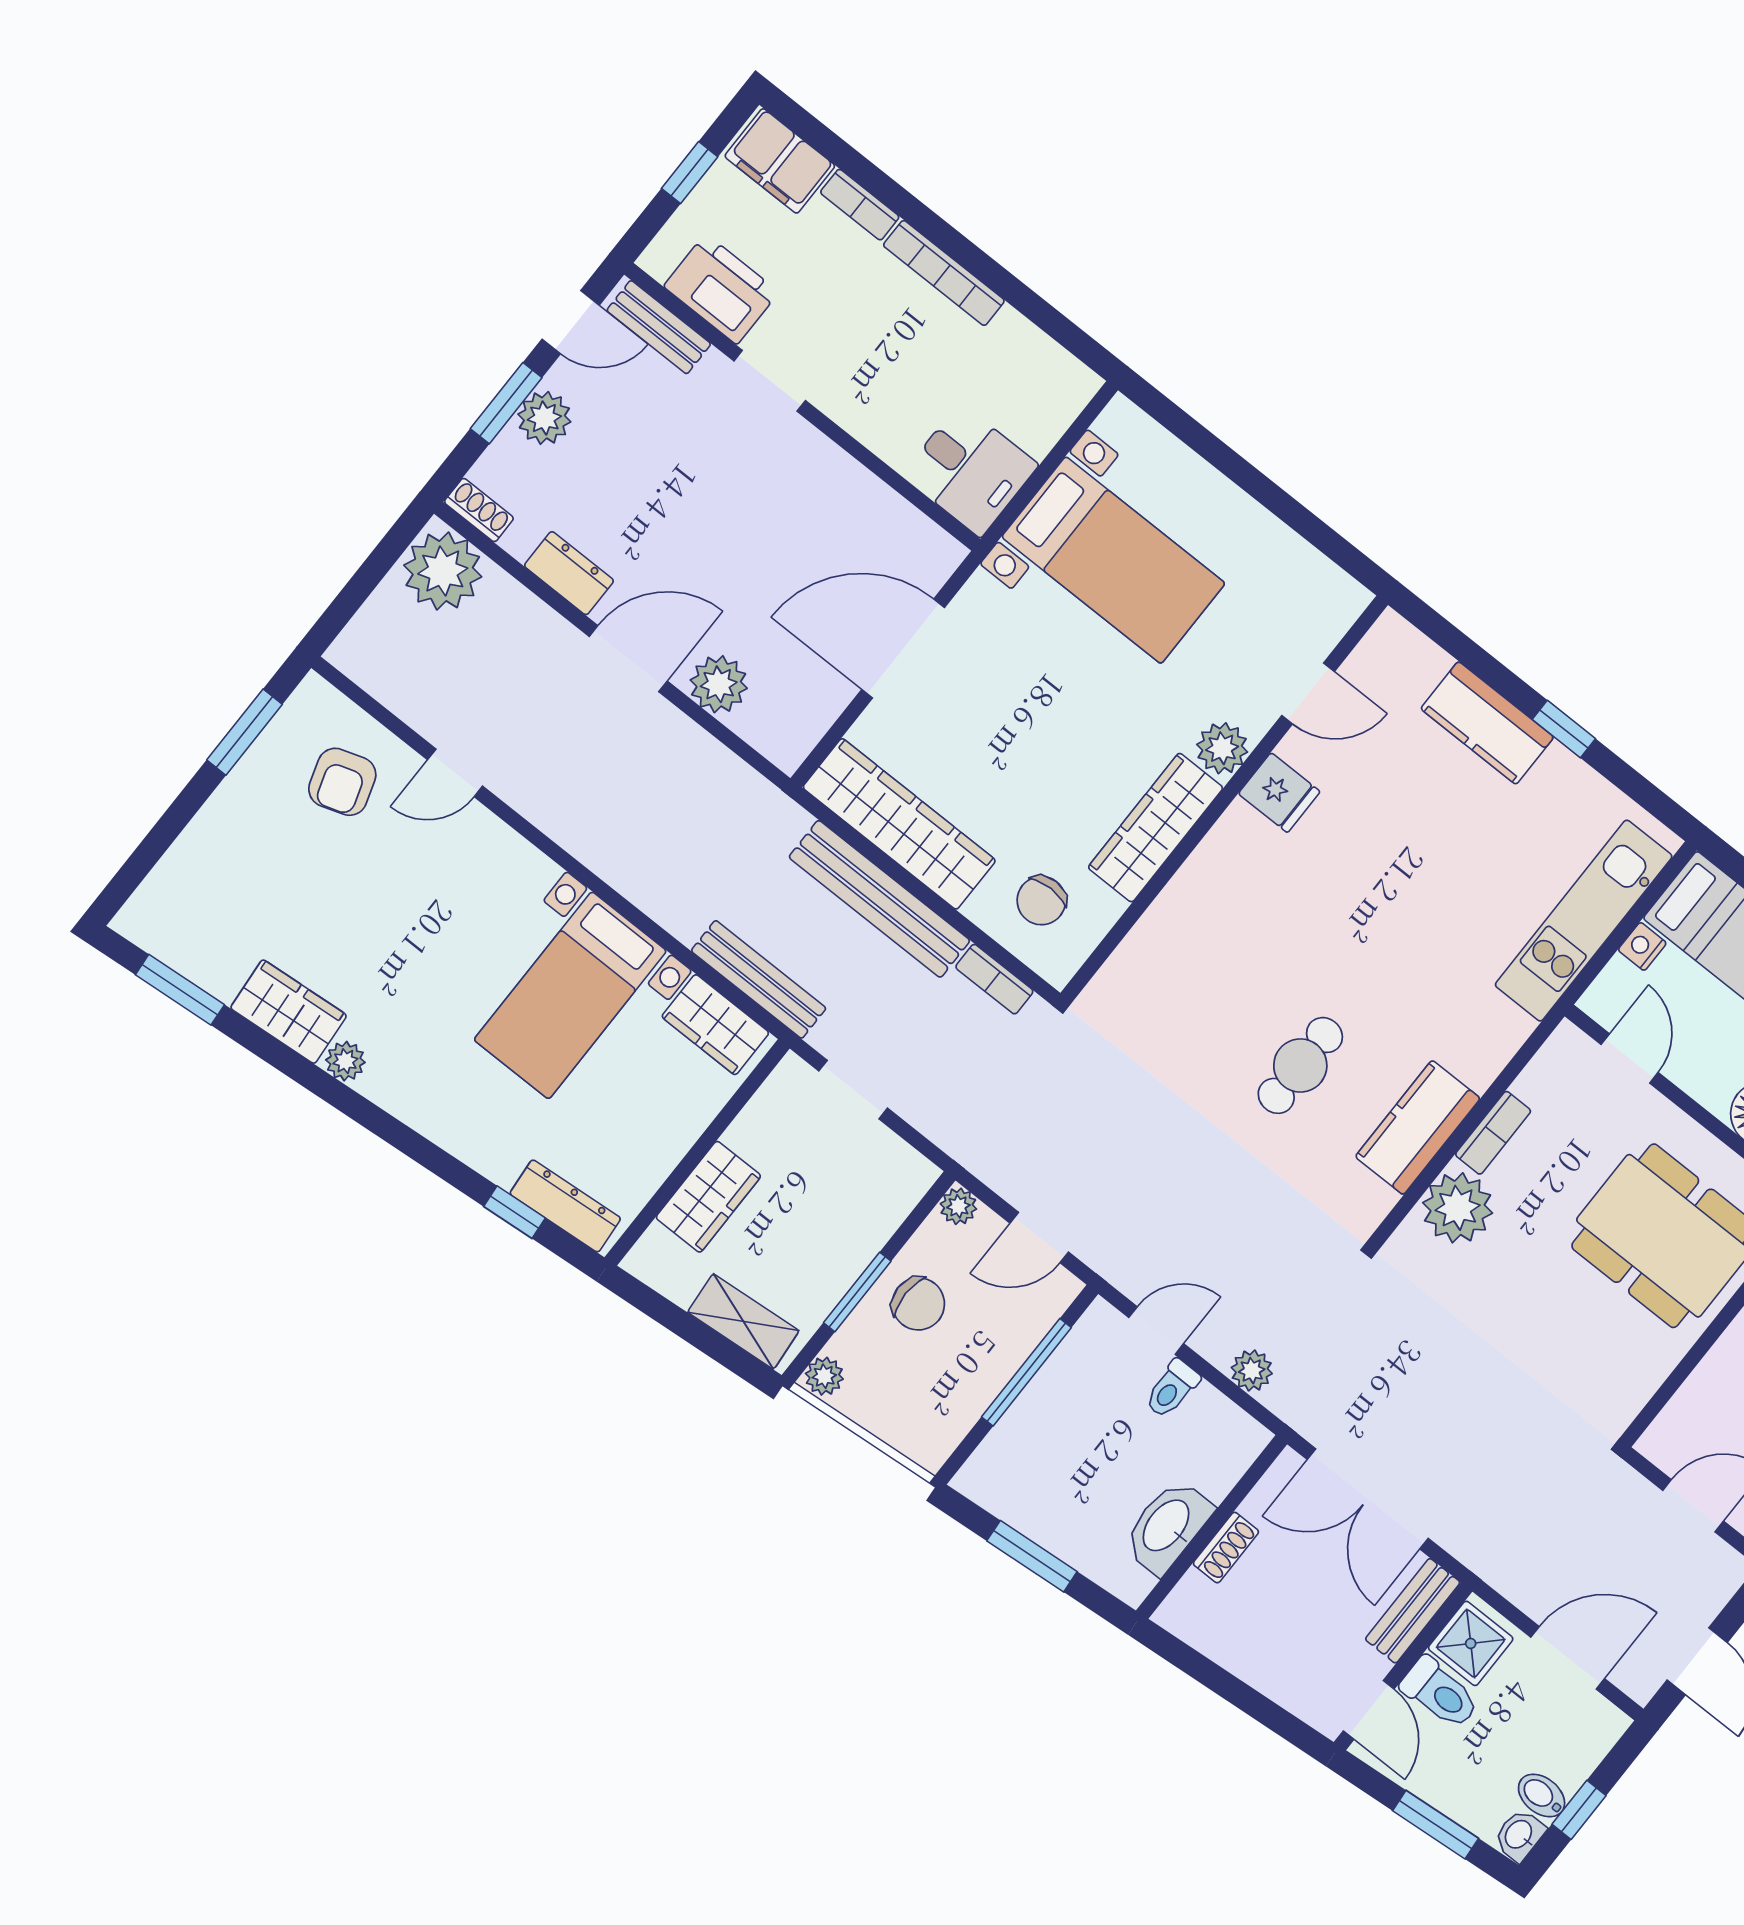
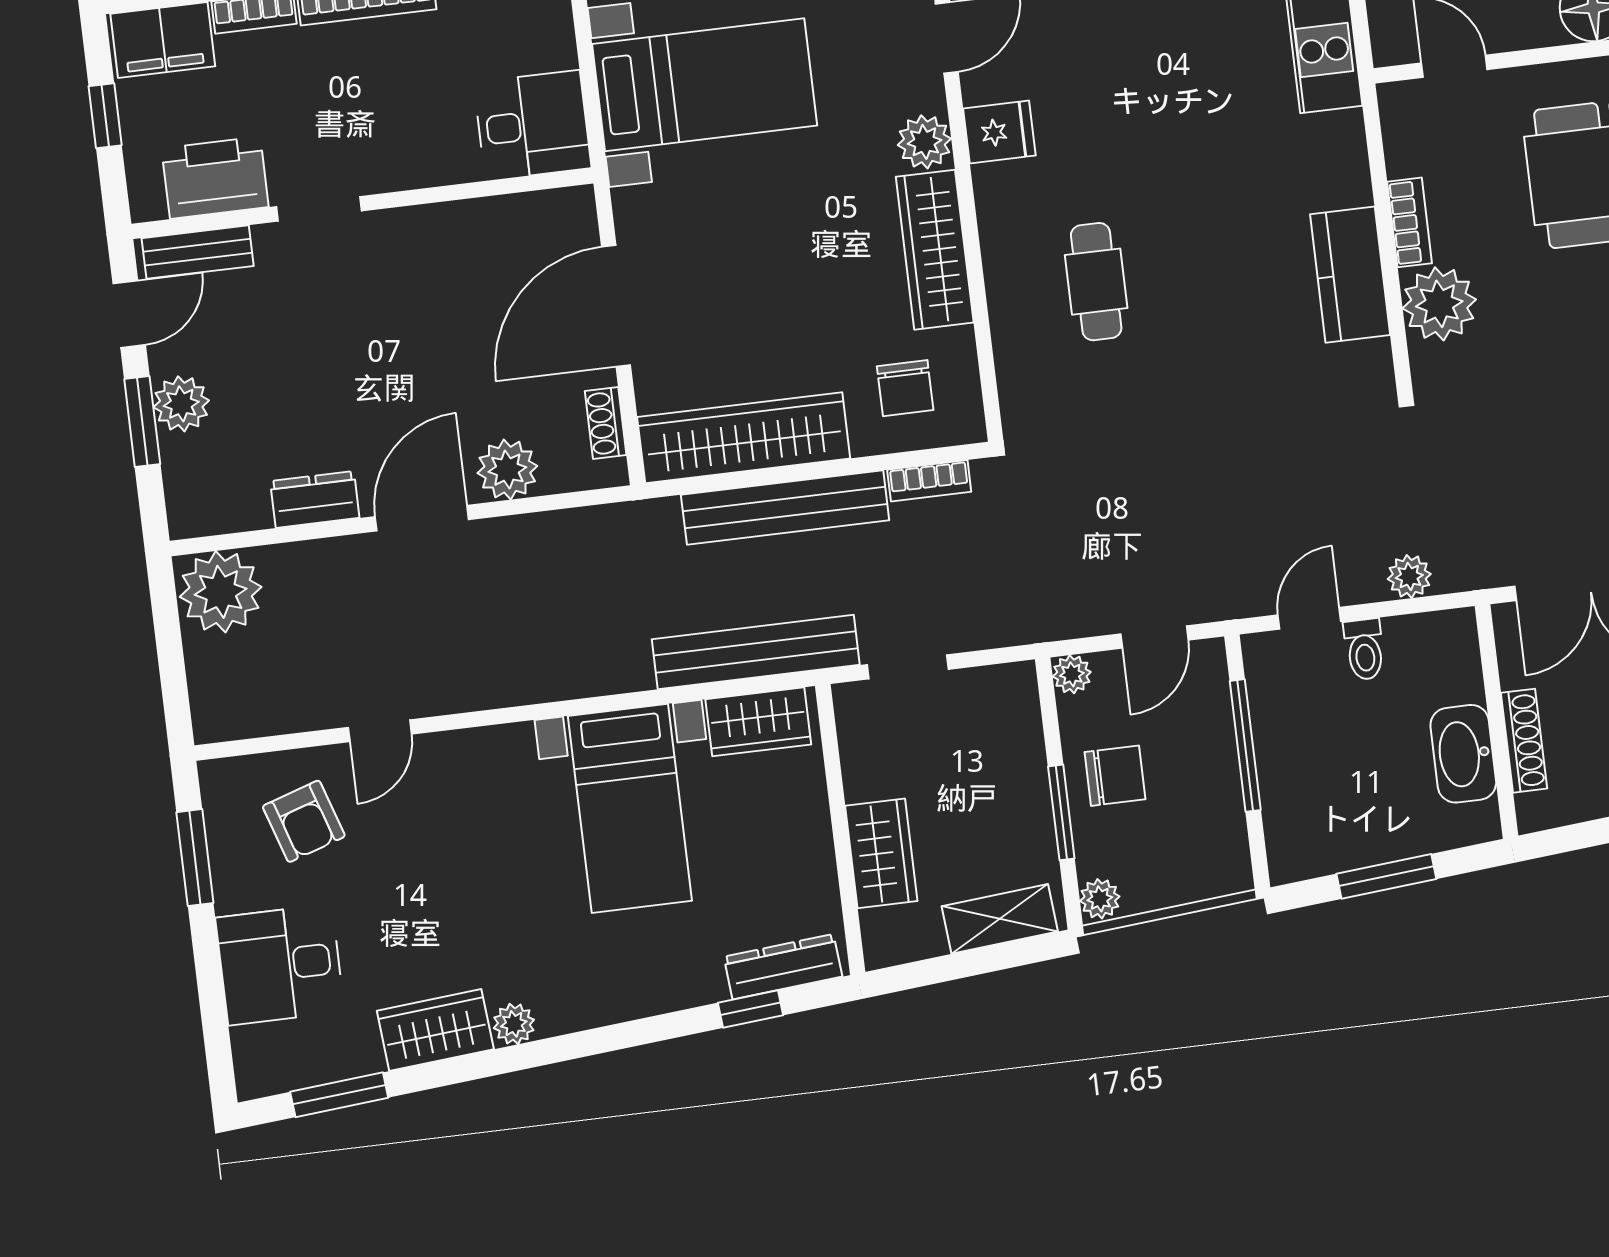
shoe rack: (479, 510) -> (606, 423), moved, turned -90
desk: (229, 862) -> (280, 965), added
bench: (759, 979) -> (756, 652), width x1.37, depth x1.21
cafe table: (1300, 1065) -> (1096, 282), moved
shoe rack: (1226, 1548) -> (1524, 741), width x1.43

